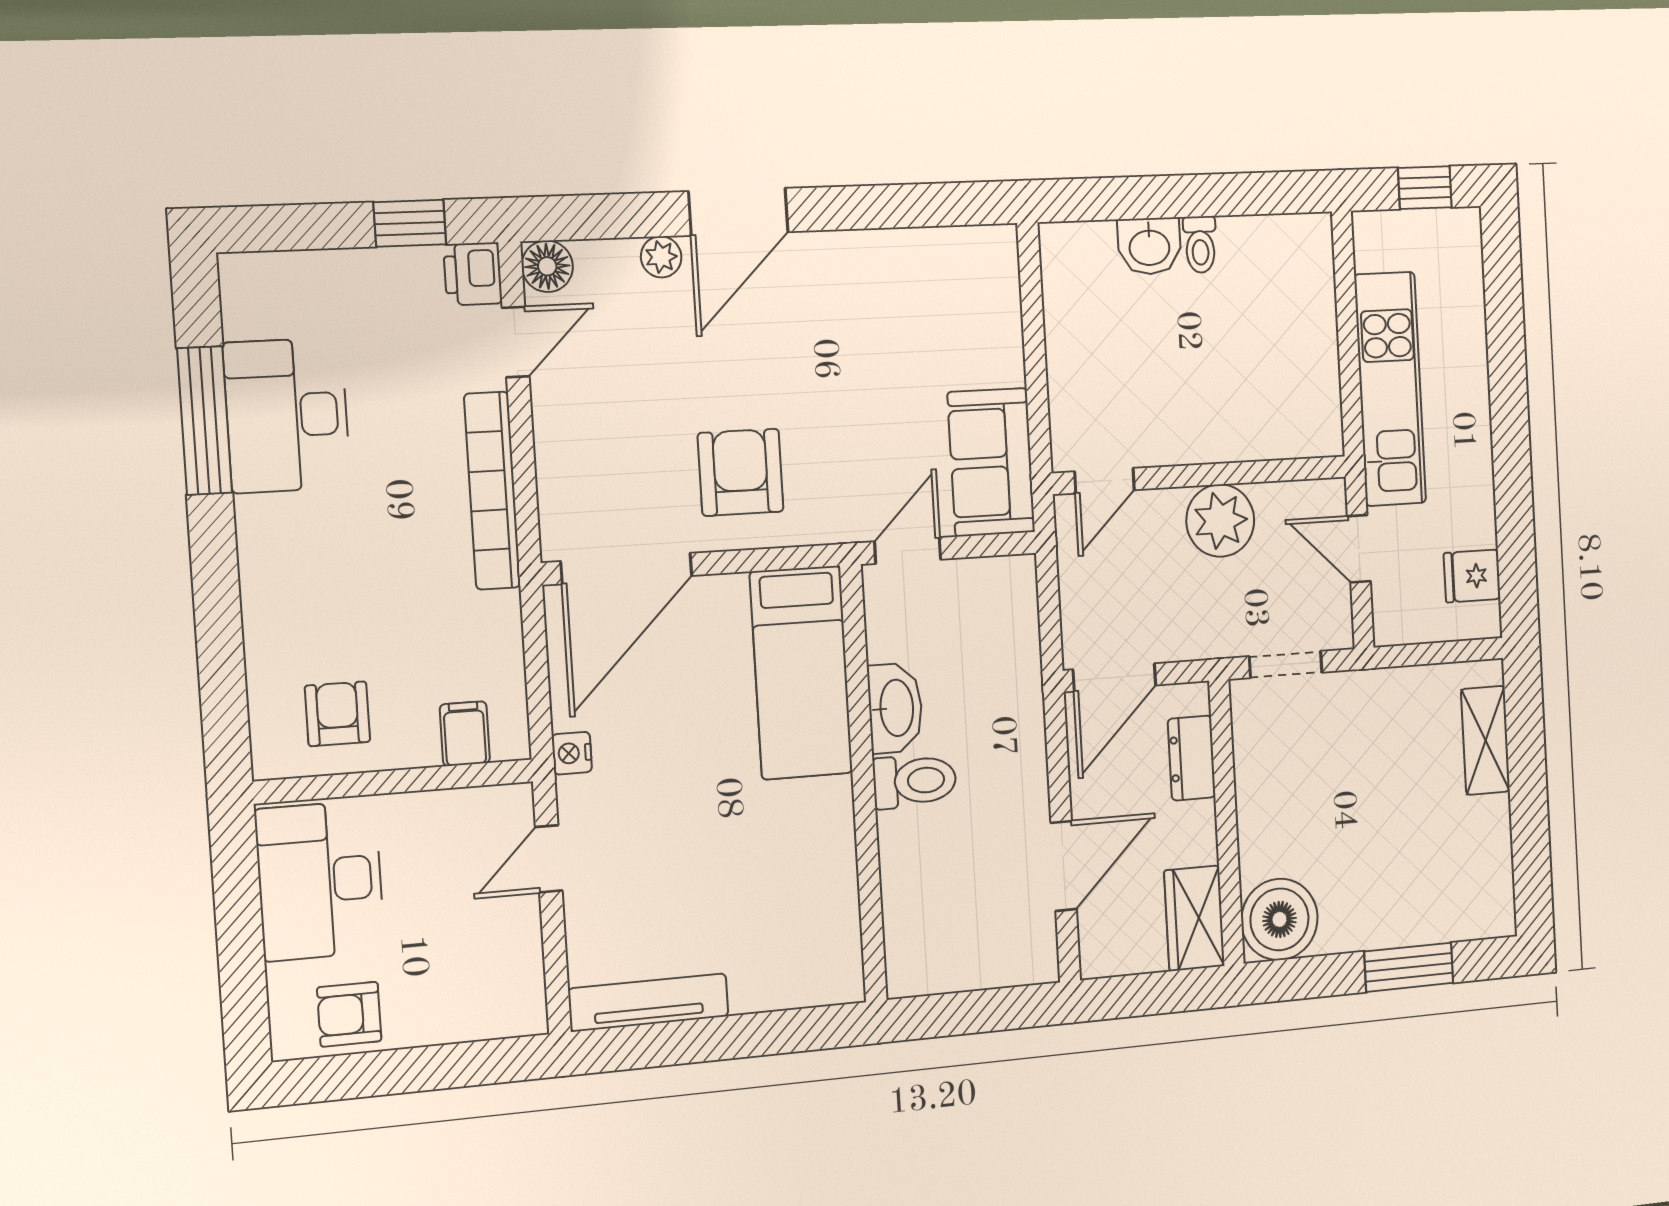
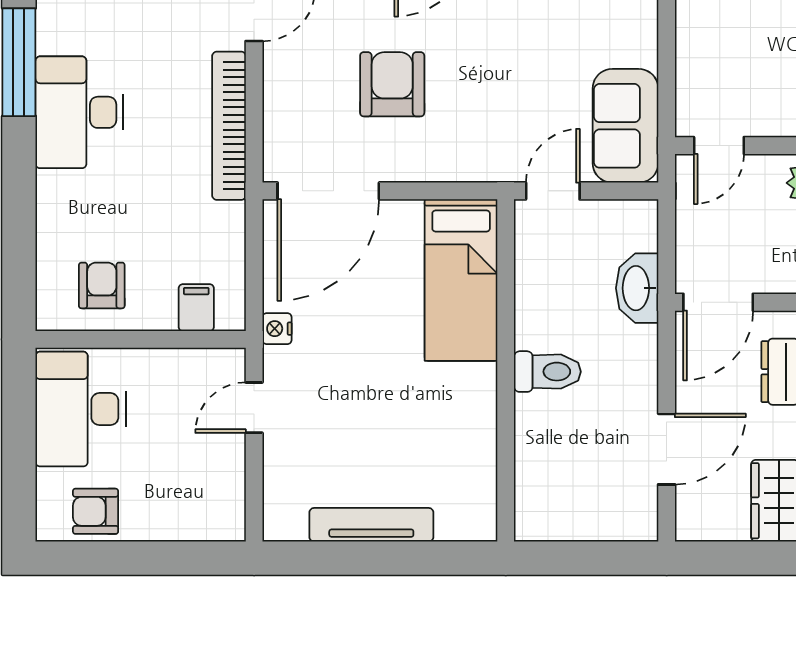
desk: (287, 415) -> (79, 112), moved
armchair: (741, 472) -> (392, 84), moved
washbasin: (895, 708) -> (637, 288), moved, turned 180
tv unit: (648, 1002) -> (371, 525), moved

